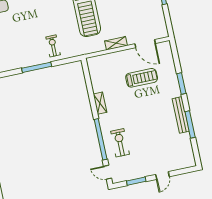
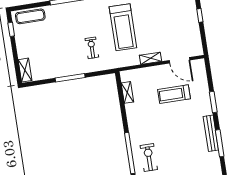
exercise bike: (53, 46) -> (92, 48), moved
treadmill: (142, 78) -> (174, 94), turned 180
shelving: (100, 103) -> (127, 92), moved

